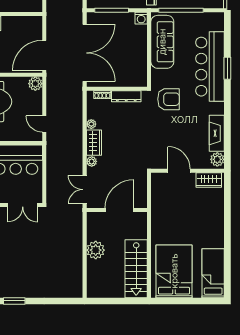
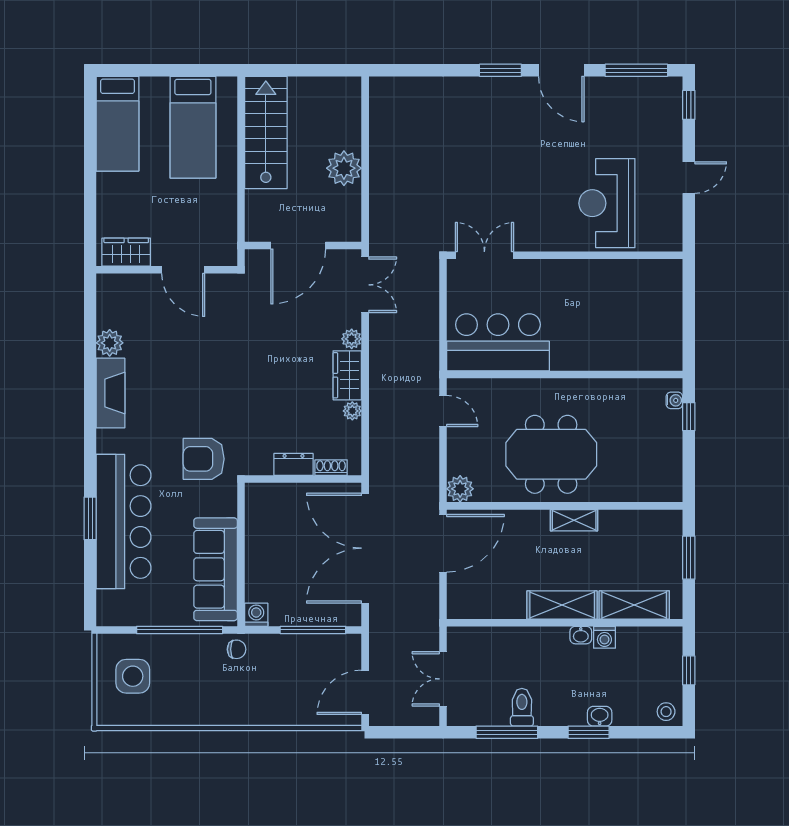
dresser: (126, 96) -> (294, 464), width x0.70
door: (179, 171) -> (183, 270), moved
wall: (188, 171) -> (167, 270), moved
wardrobe: (209, 180) -> (126, 252), moved
bed: (174, 271) -> (193, 127), width x0.67

